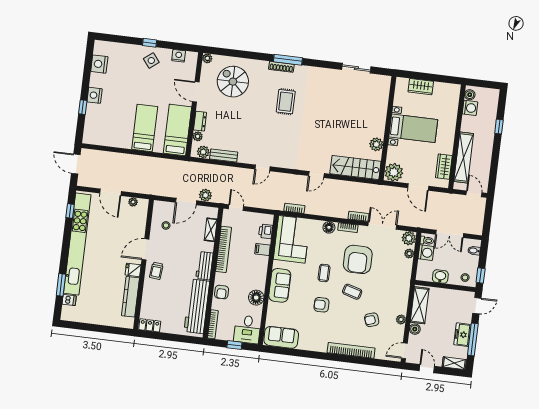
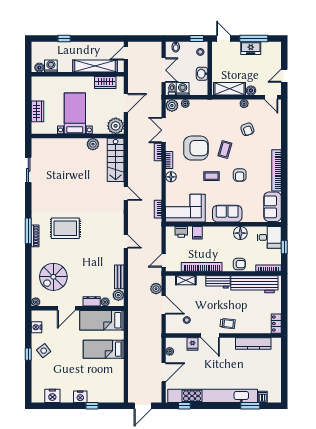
rug: (286, 102) -> (65, 228), width x1.36, depth x1.43
fridge: (133, 270) -> (193, 344), moved
bookcase: (351, 350) -> (276, 170), moved
shelving: (454, 363) -> (277, 52), removed

